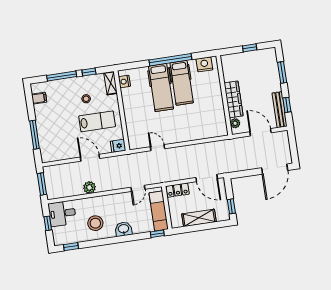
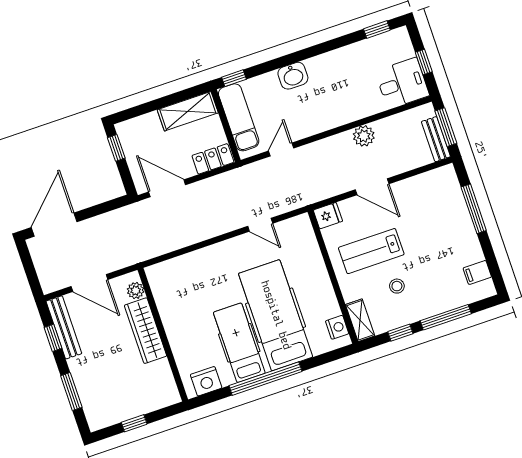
hospital bed: (161, 87) -> (276, 315), width x1.37, depth x1.29
bench: (49, 178) -> (436, 139), added
shelving: (199, 218) -> (188, 111), moved
stool: (95, 223) -> (343, 77), removed

